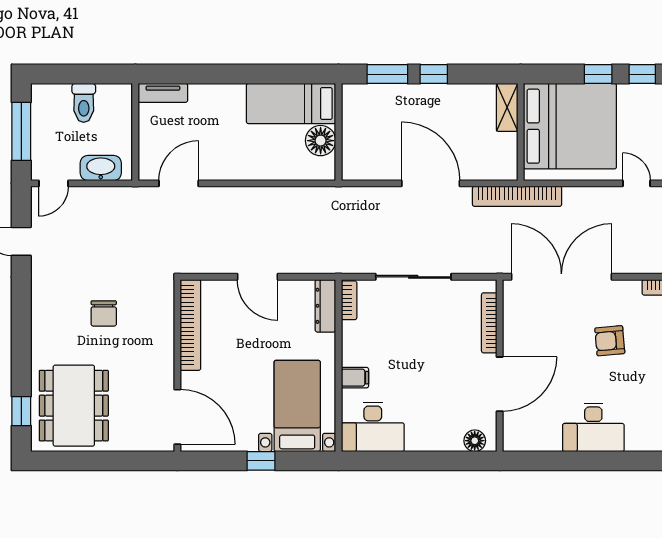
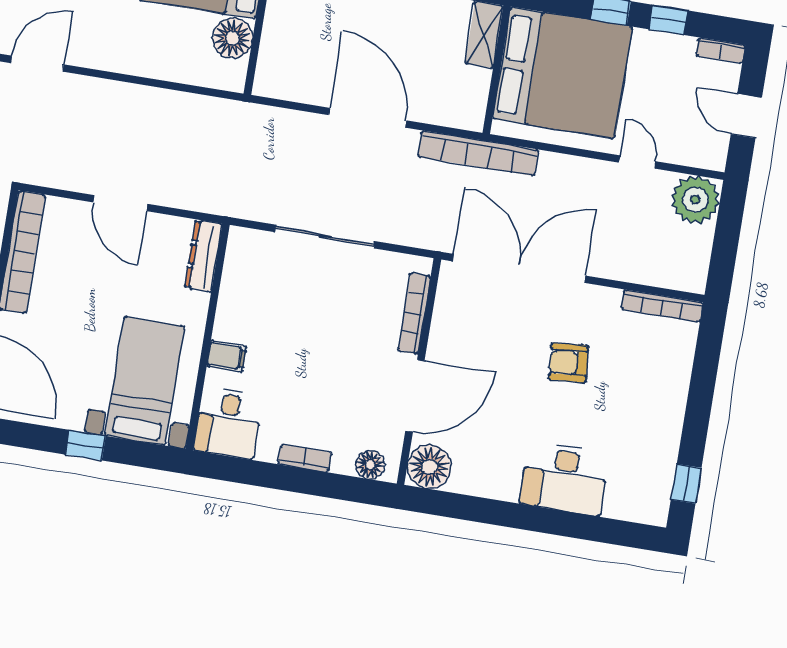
bookcase: (349, 300) -> (305, 458), moved, turned -90
desk: (373, 427) -> (228, 423), width x0.73
desk: (593, 427) -> (564, 478), moved
floor lamp: (519, 435) -> (429, 467), added

